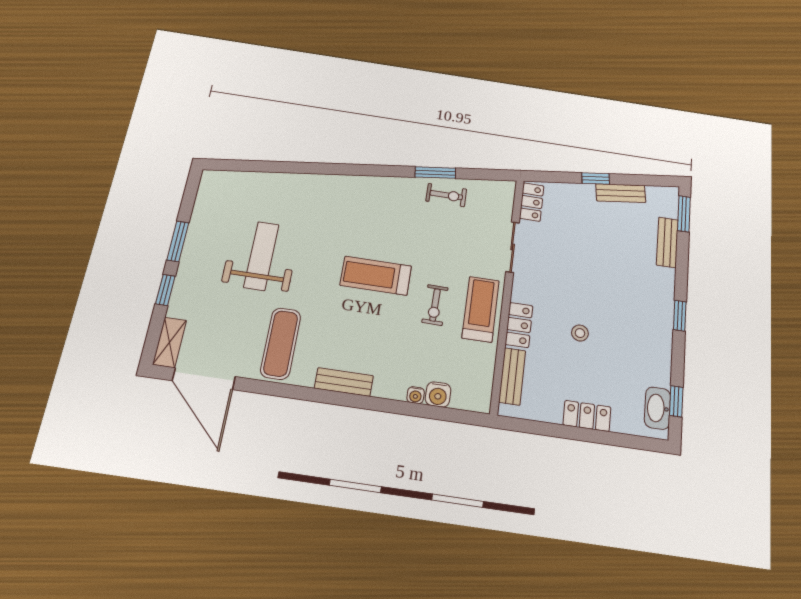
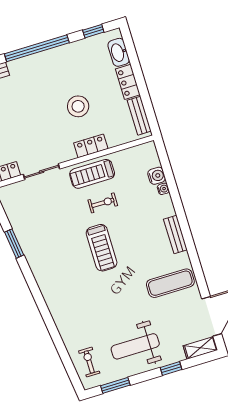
exercise bike: (446, 195) -> (89, 362), moved
window: (178, 241) -> (115, 385), moved
weight bench: (261, 256) -> (135, 346), moved
window: (680, 316) -> (37, 48), width x3.17
stool: (580, 333) -> (78, 106), width x1.89, depth x1.89
bench: (512, 376) -> (139, 116), moved, turned 90
washbasin: (658, 408) -> (119, 52), moved, turned 90

